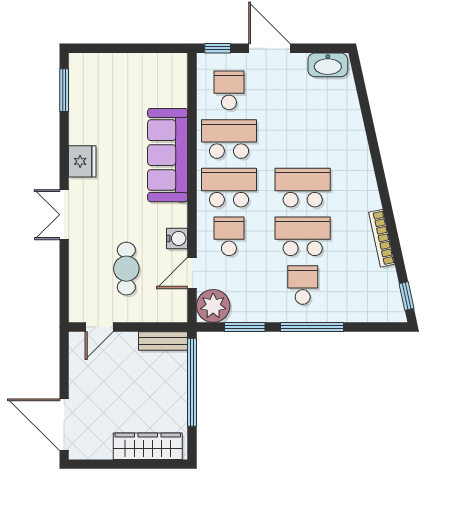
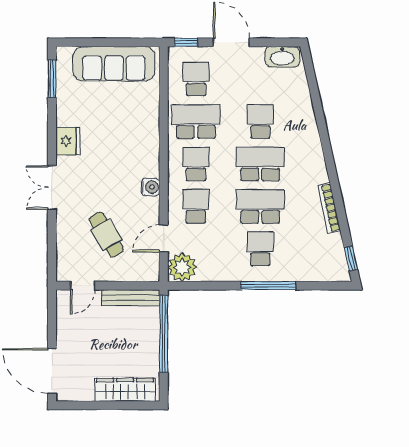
school desk: (303, 139) -> (260, 121), added
sofa: (168, 155) -> (114, 64), moved, turned -90
school desk: (229, 188) -> (196, 164), width x0.54
water cooler: (177, 238) -> (151, 187), moved
cafe table: (126, 269) -> (106, 235), turned -30
window: (245, 327) -> (210, 286), removed
bench: (163, 341) -> (131, 298), width x1.36

